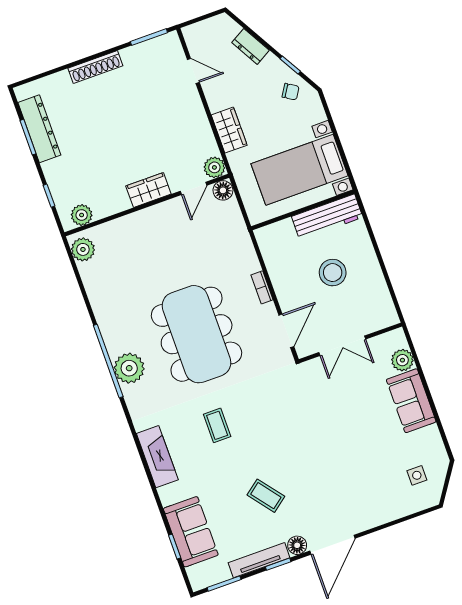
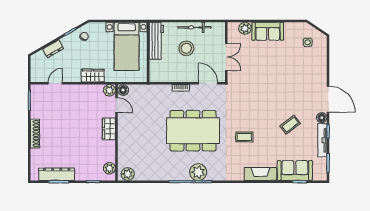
bicycle: (373, 274) -> (194, 27), added
fireplace: (157, 457) -> (260, 174), moved

